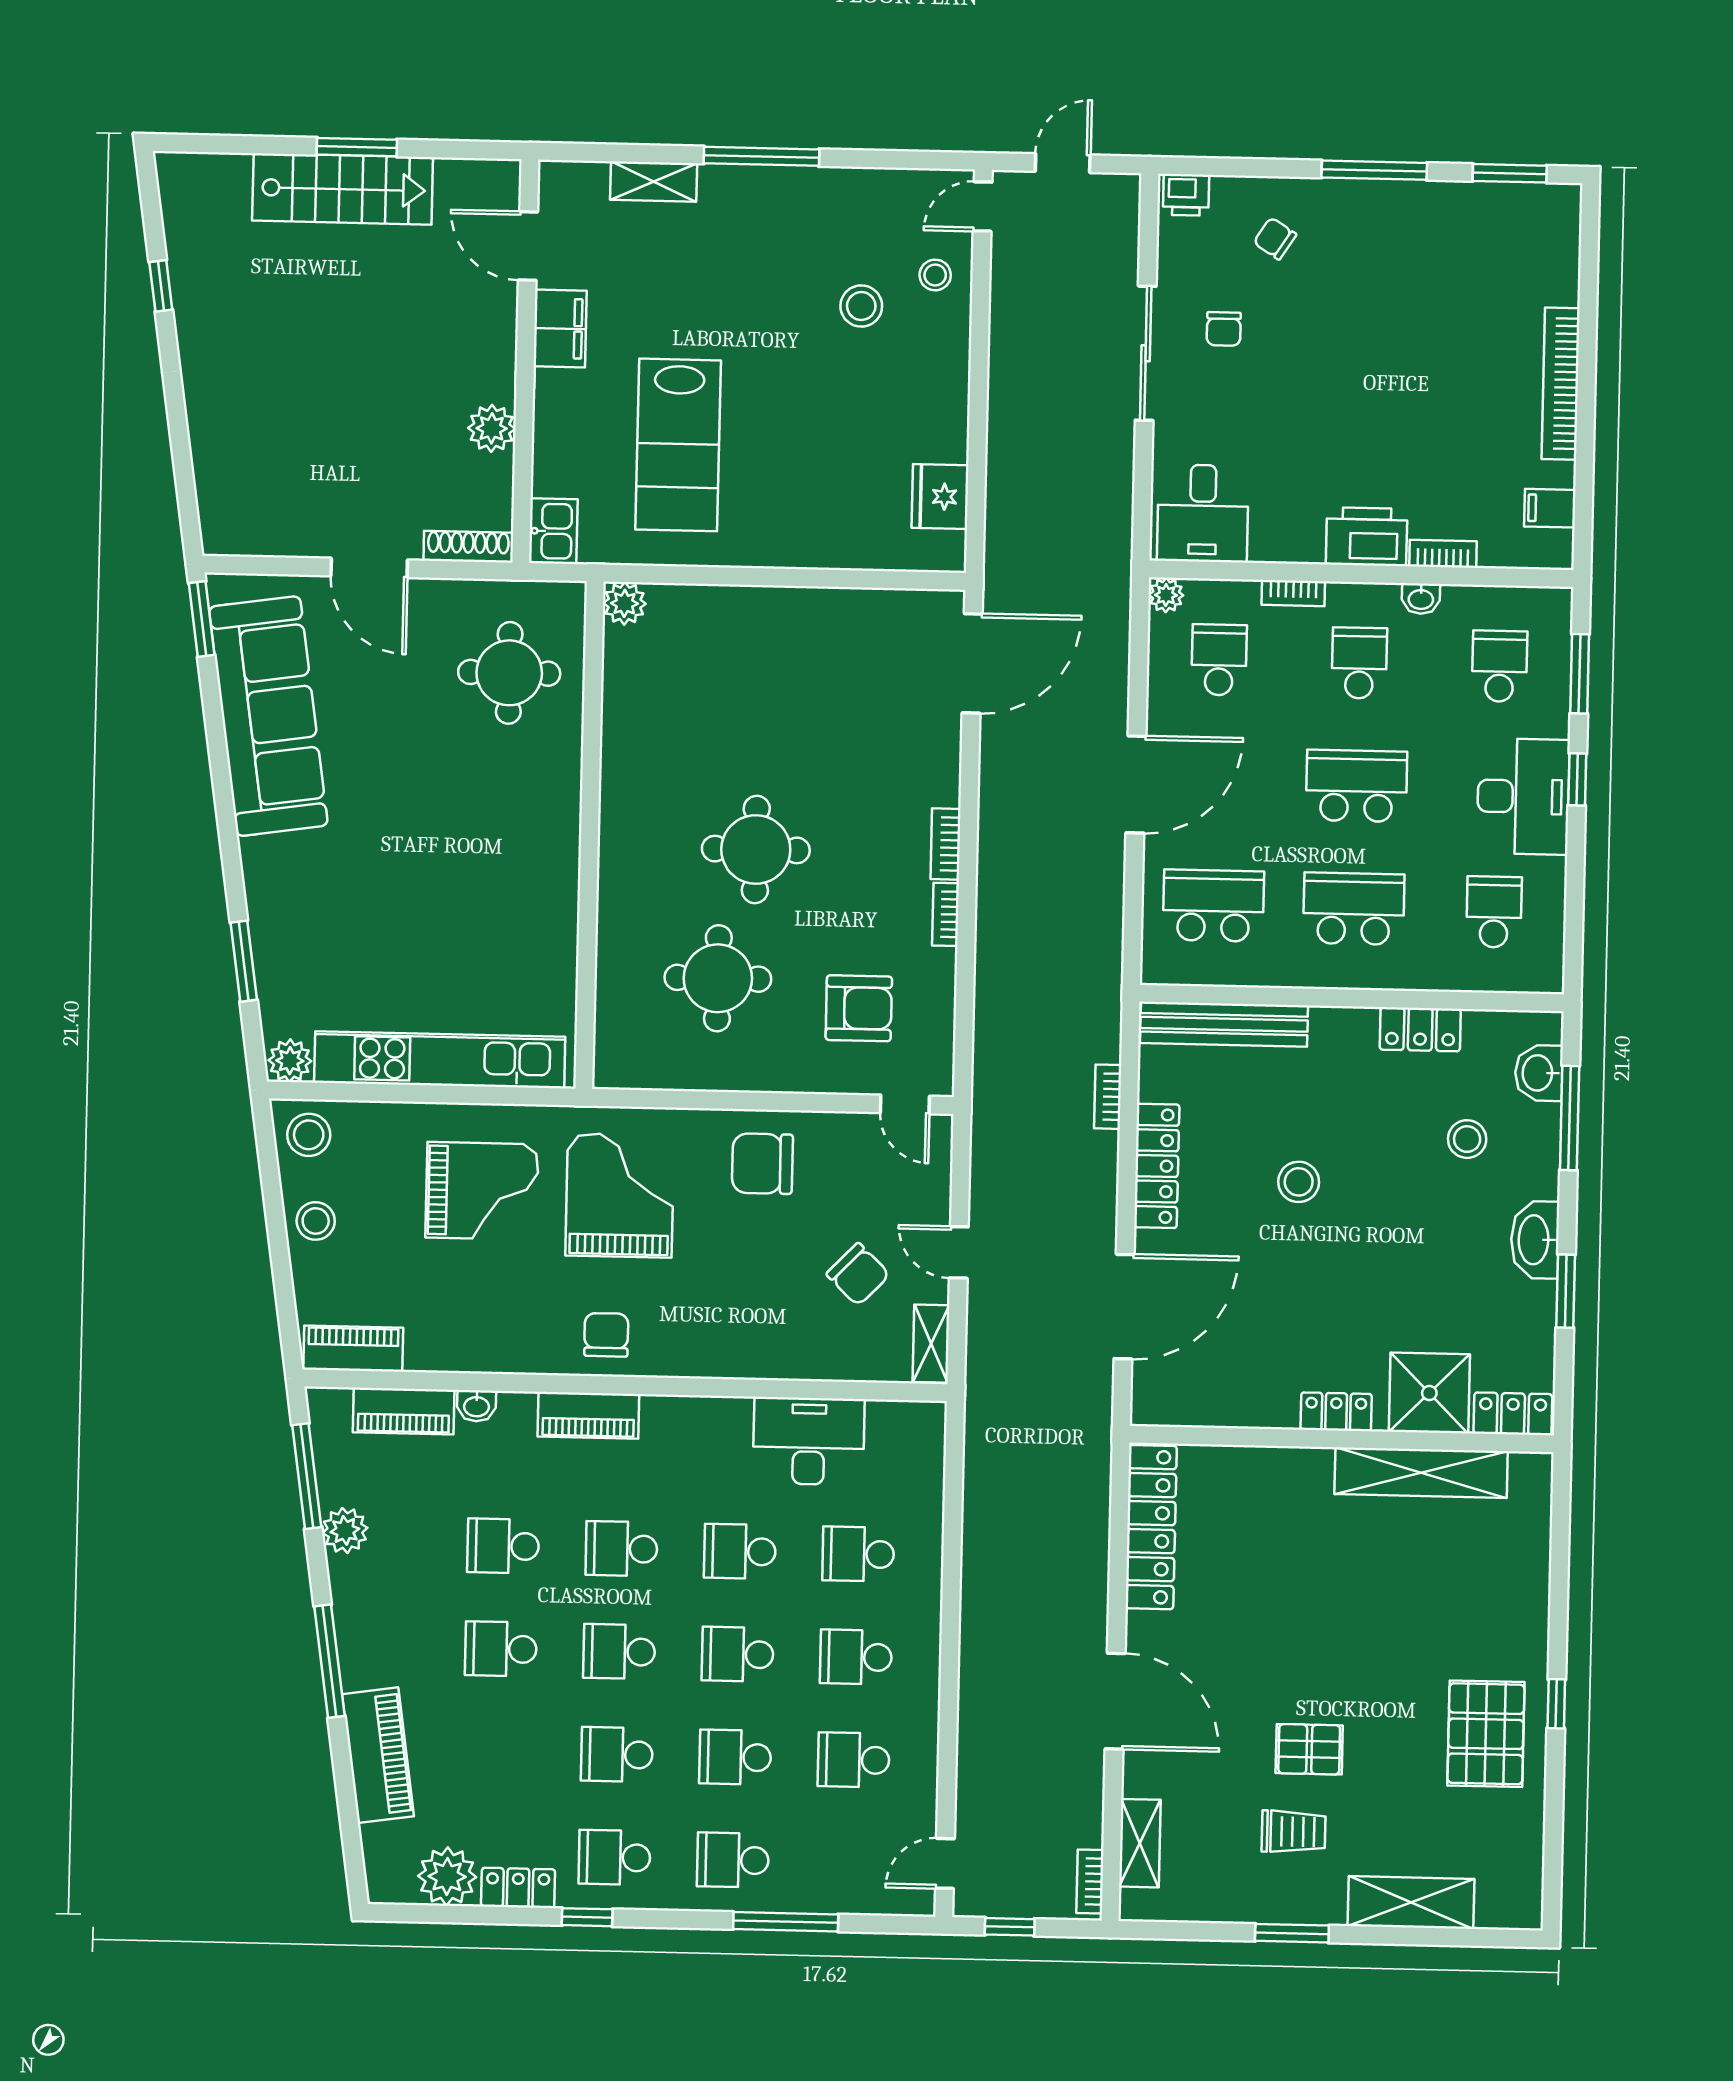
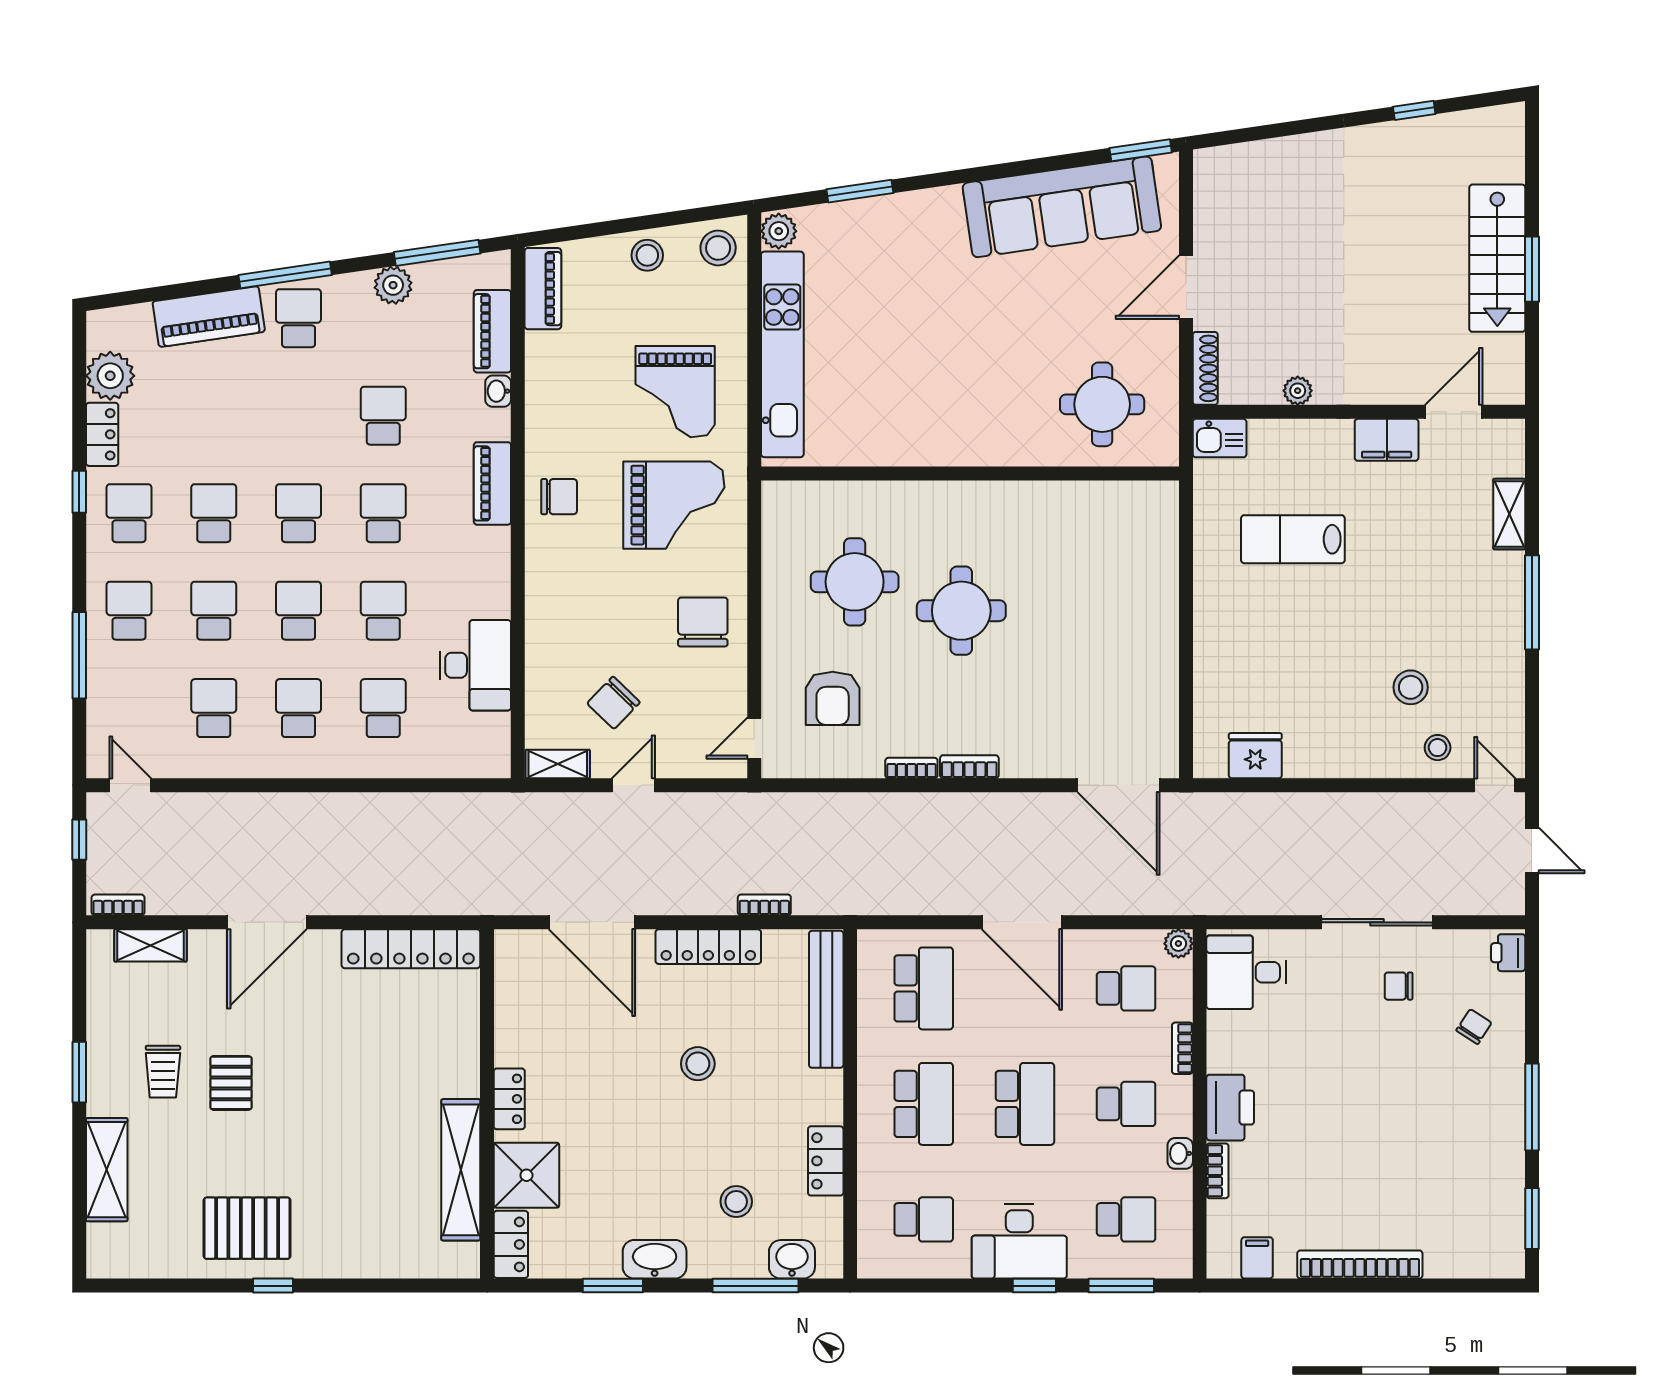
plant: (492, 428) -> (1298, 391), width x0.73, depth x0.73
lab bench: (678, 445) -> (1293, 539), width x0.73, depth x0.72
plant: (624, 603) -> (1161, 498), removed
school desk: (501, 1649) -> (299, 318), moved

